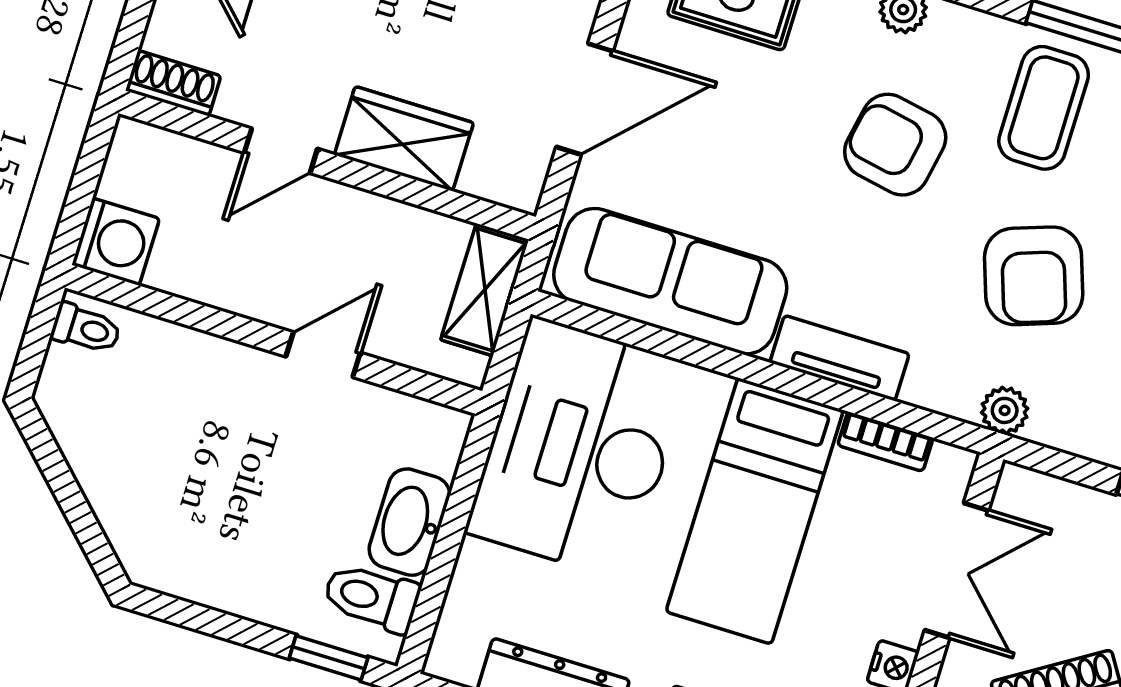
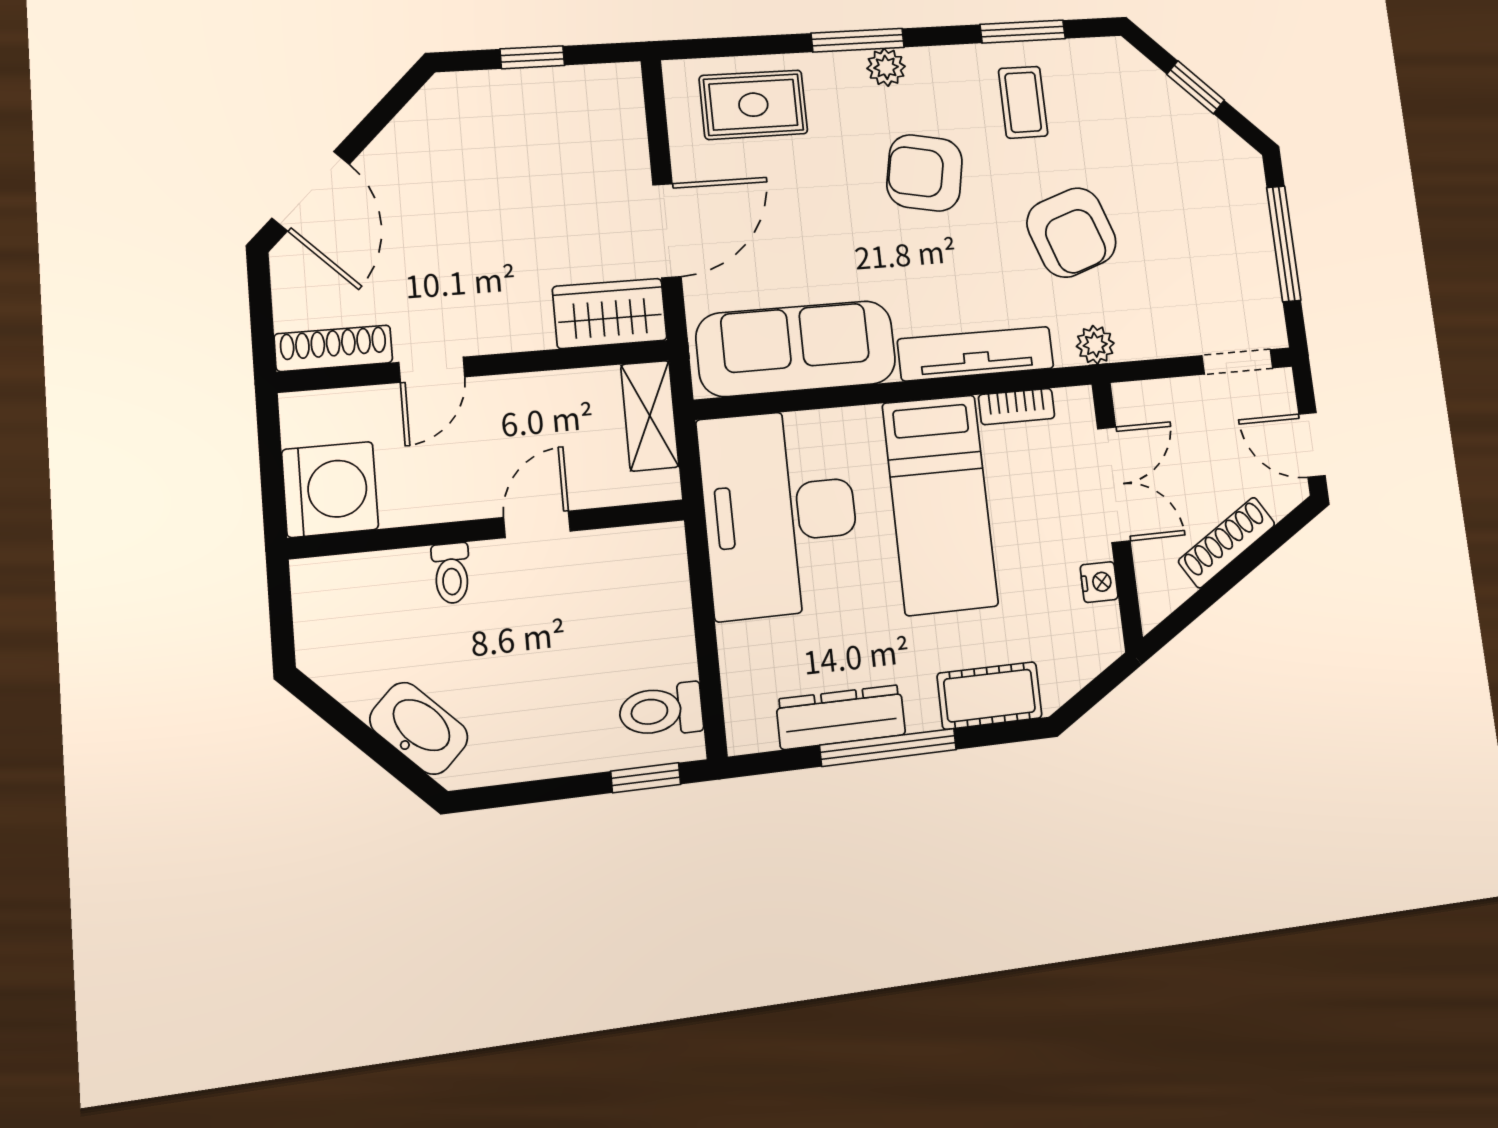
shoe rack: (173, 83) -> (333, 348), width x1.43
coffee table: (1044, 108) -> (1023, 102), width x0.73, depth x0.77
wardrobe: (404, 139) -> (610, 313), moved
washing machine: (116, 242) -> (330, 489), width x1.37, depth x1.37
toilet: (86, 329) -> (451, 573), moved, turned 90
tv unit: (840, 358) -> (976, 354), width x1.41
washbasin: (409, 522) -> (419, 728), moved, turned 135

